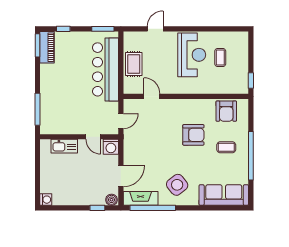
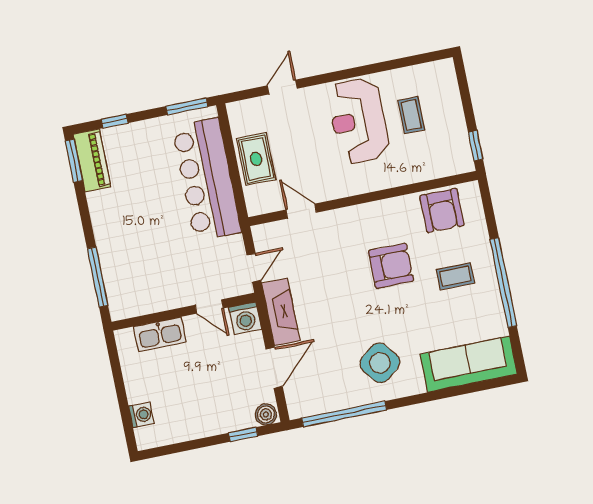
reception desk: (192, 55) -> (358, 121), turned 180
fireplace: (141, 198) -> (281, 312), moved, turned 90
washing machine: (46, 200) -> (141, 415), moved

